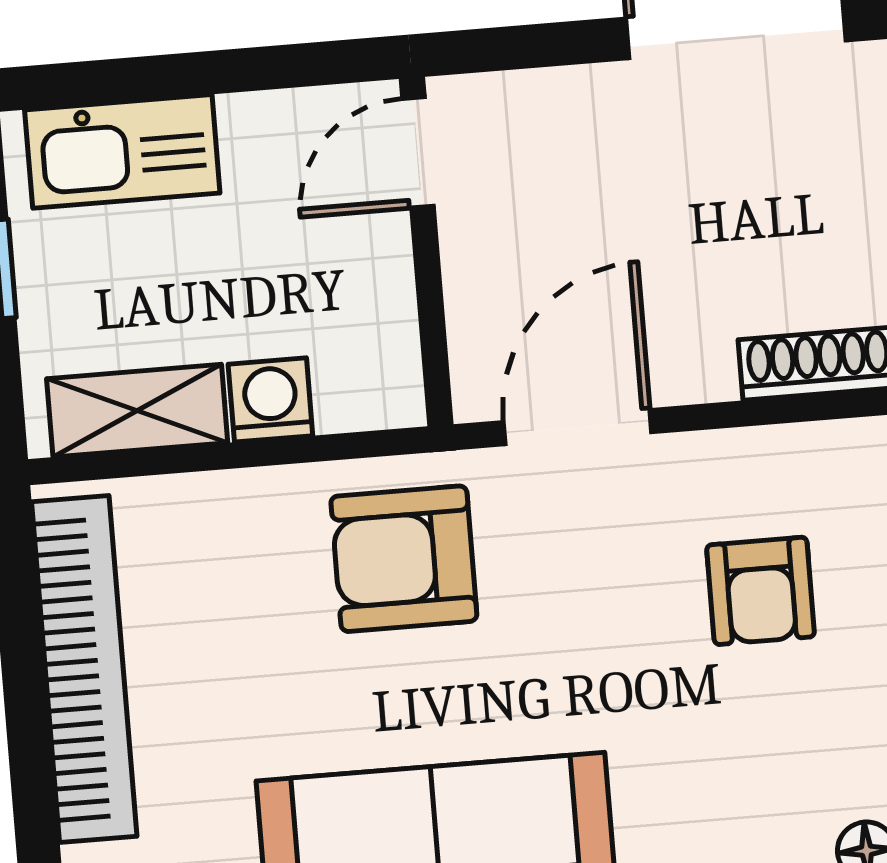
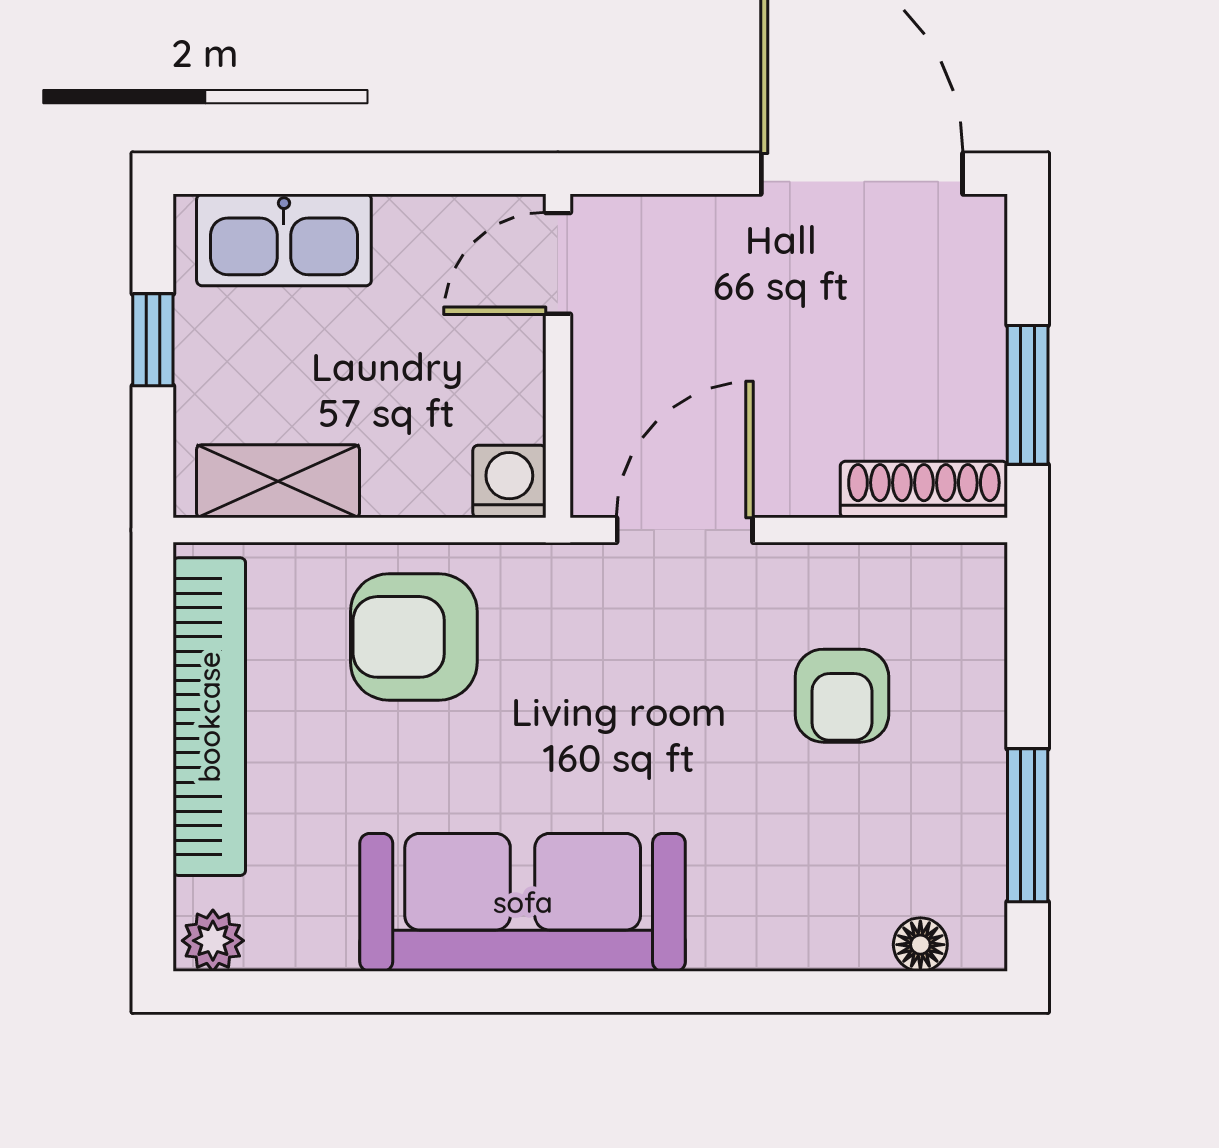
washing machine: (270, 400) -> (509, 481), moved
armchair: (404, 559) -> (414, 637), moved

